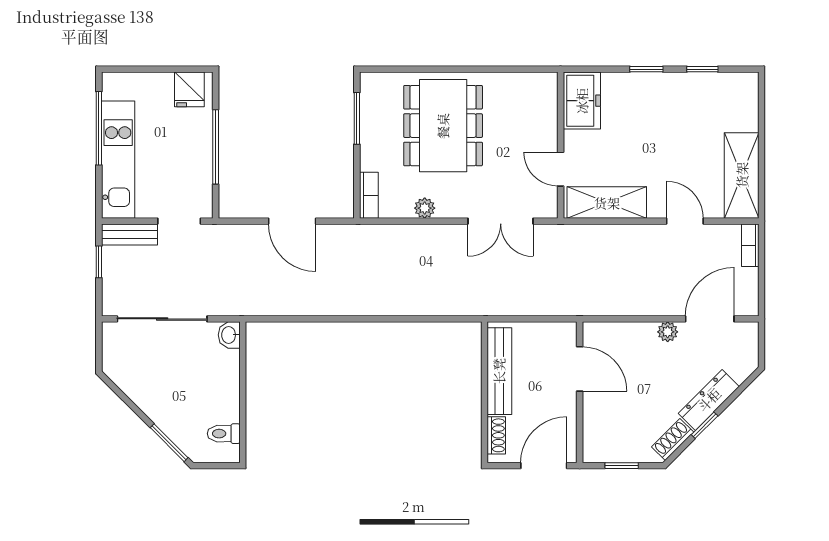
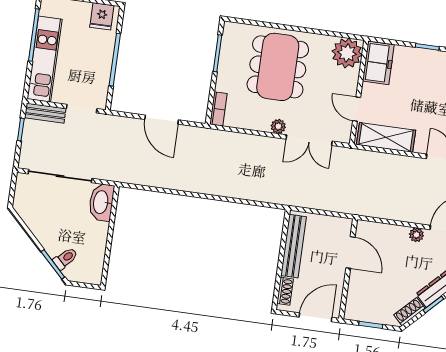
plant: (536, 93) -> (347, 53), added
plant: (425, 208) -> (278, 126), moved
washbasin: (229, 335) -> (101, 202), width x1.91, depth x1.45
toilet: (224, 434) -> (65, 258), moved, turned 135

